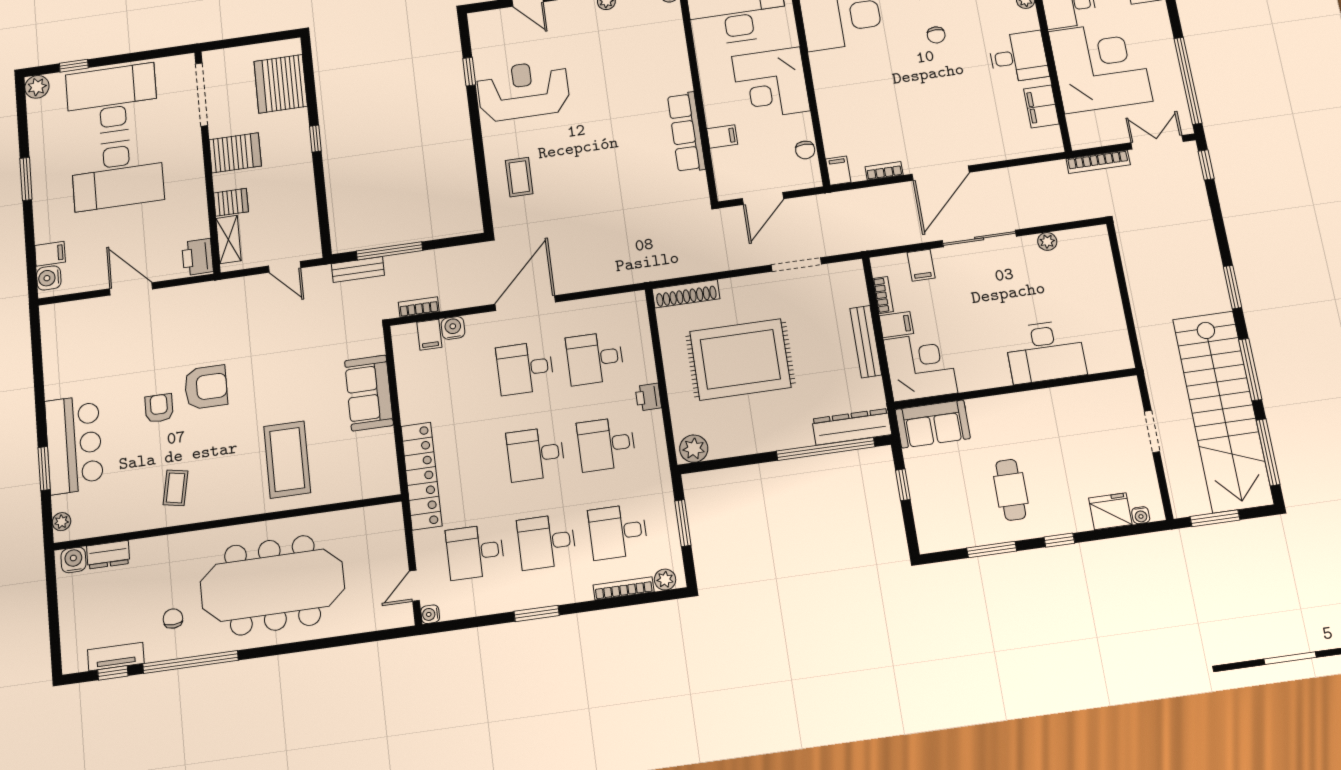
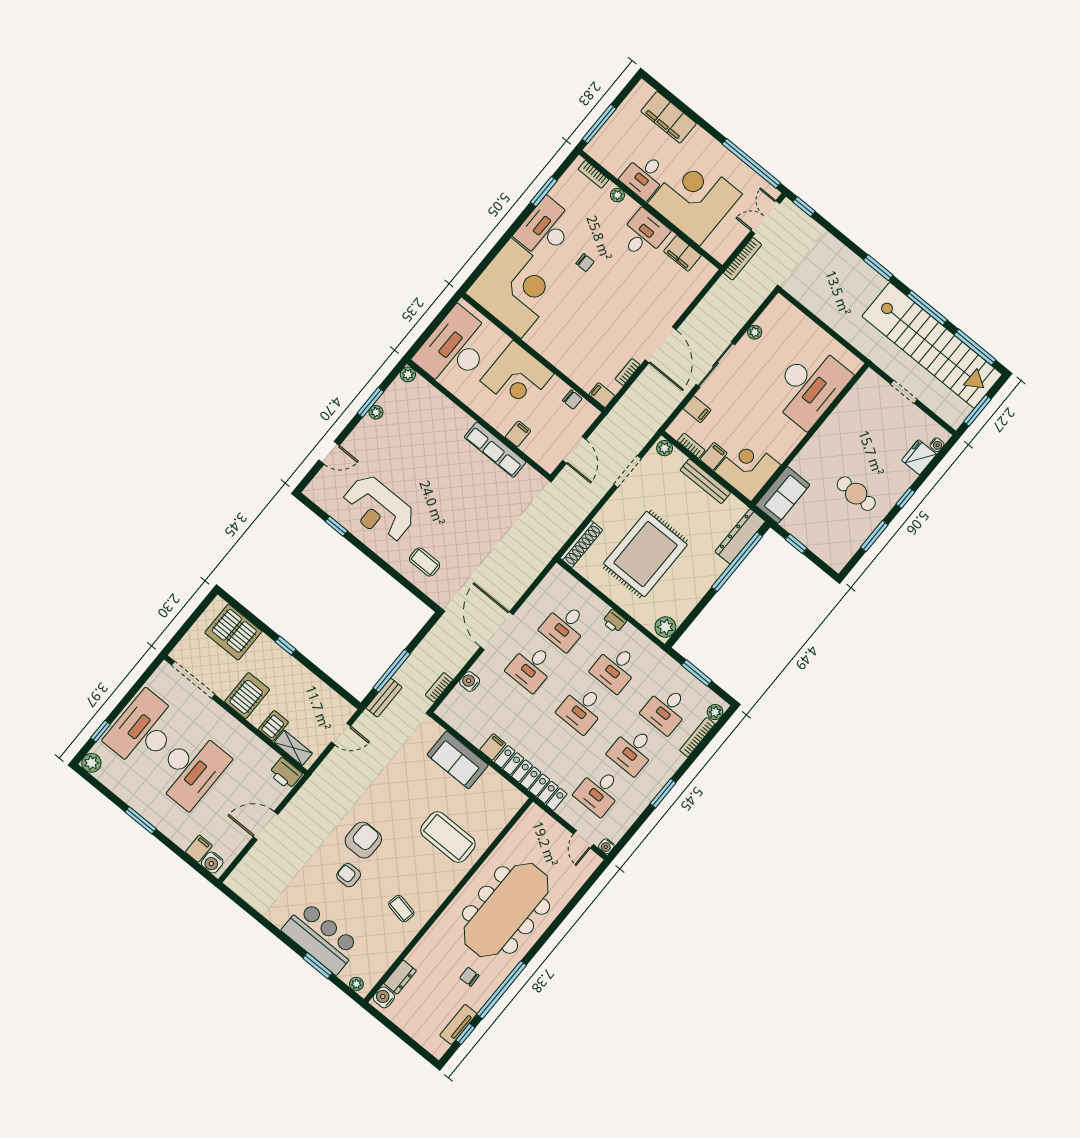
reception desk: (523, 91) -> (378, 509), turned -90
plant: (854, 274) -> (665, 448), added
filing cabinet: (429, 335) -> (493, 747), moved, turned -90
desk: (1045, 352) -> (809, 386), width x1.36, depth x1.30

